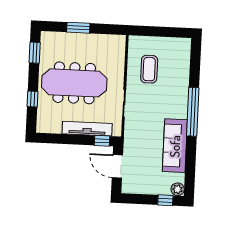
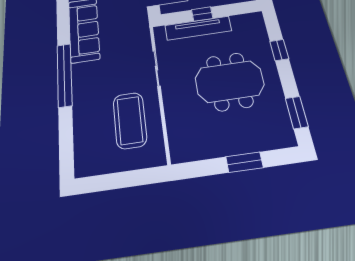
coffee table: (149, 69) -> (130, 120), width x1.36, depth x1.32
meeting table: (74, 83) -> (229, 81), width x0.73
window: (102, 141) -> (202, 14), moved

